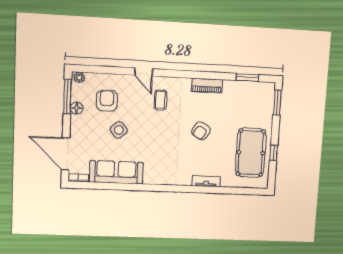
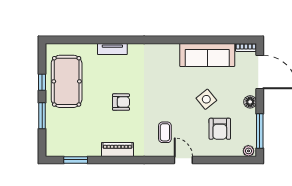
window: (277, 103) -> (42, 116), moved
floor lamp: (77, 108) -> (250, 102), moved
armchair: (201, 131) -> (121, 102), turned 60

